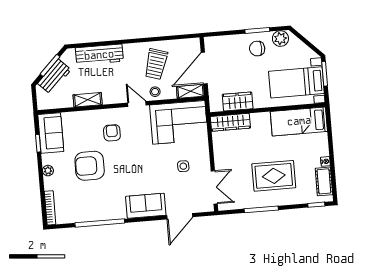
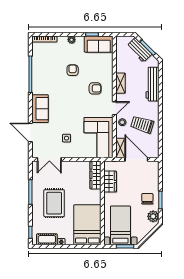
shelving: (88, 100) -> (121, 83), moved
bed: (299, 121) -> (87, 225), width x1.50
armchair: (90, 166) -> (73, 70), width x0.53, depth x0.53

